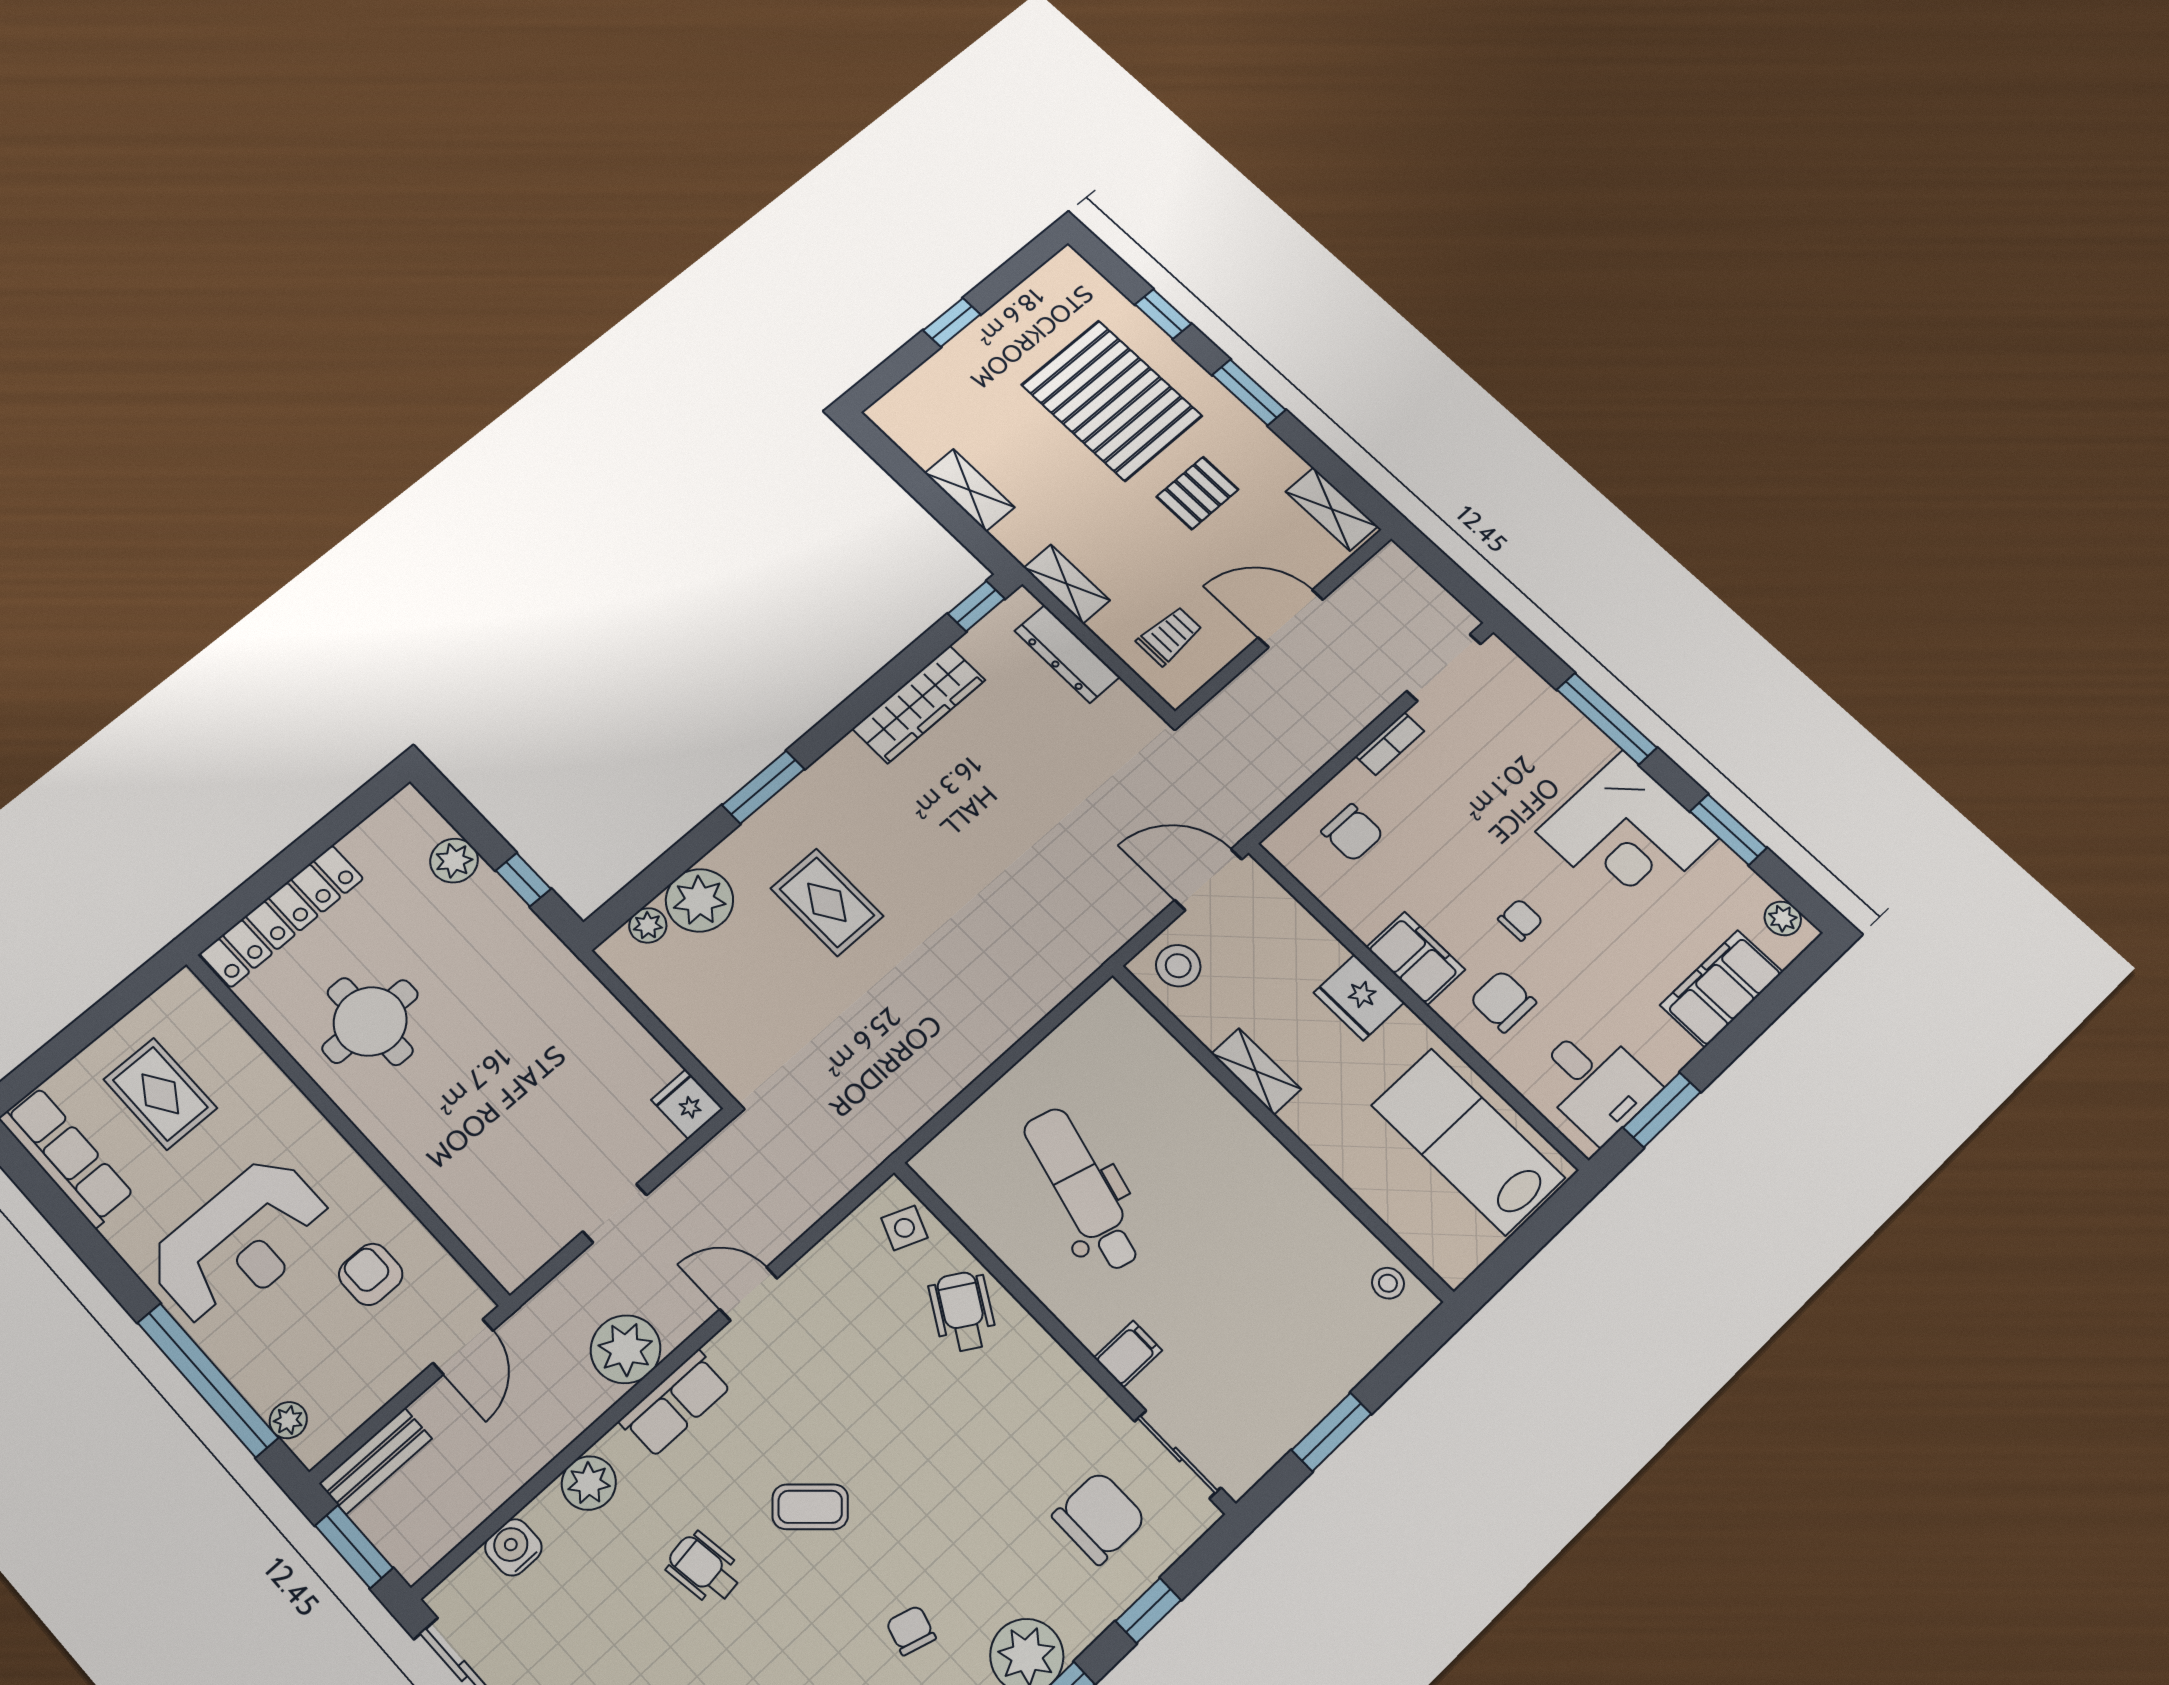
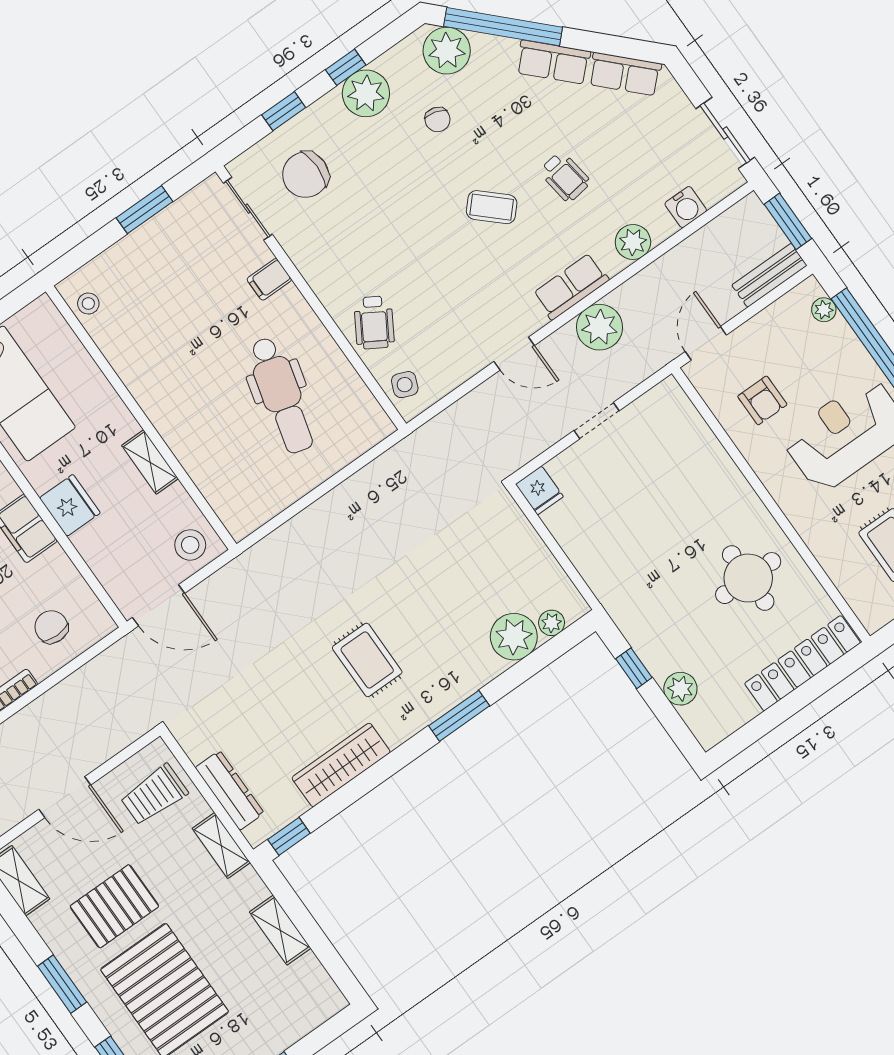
pallet: (1197, 493) -> (114, 906), width x1.50, depth x1.42
trolley: (1170, 636) -> (154, 795), width x1.36, depth x1.39
rug: (827, 902) -> (367, 660), moved

